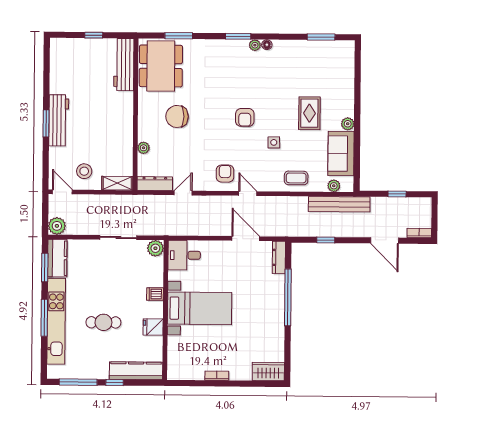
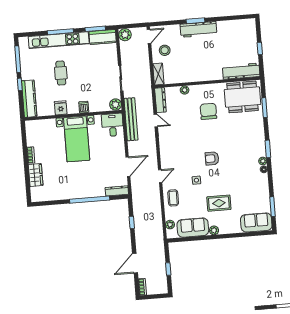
sofa: (342, 62) -> (256, 223), added
armchair: (225, 174) -> (172, 148), removed
door: (248, 193) -> (160, 176), moved
bench: (339, 204) -> (131, 119), moved
wardrobe: (268, 372) -> (36, 175), moved

